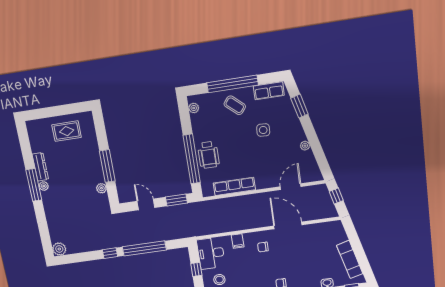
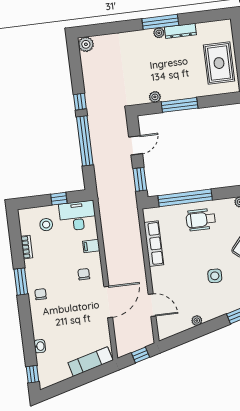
rug: (67, 131) -> (219, 63), width x1.36, depth x1.43
wheelchair: (208, 155) -> (201, 220), moved
exam couch: (350, 260) -> (90, 362), moved

